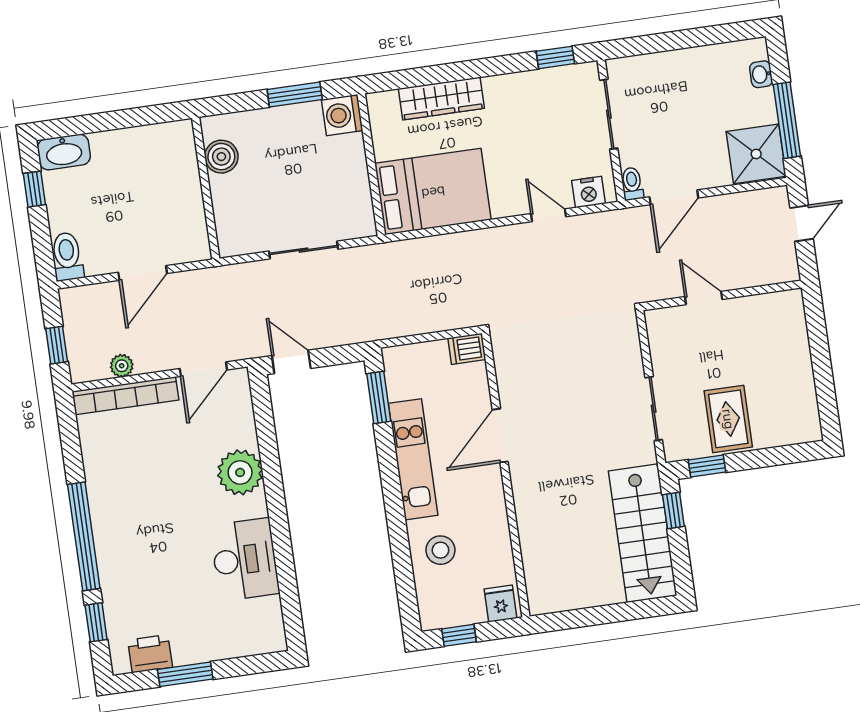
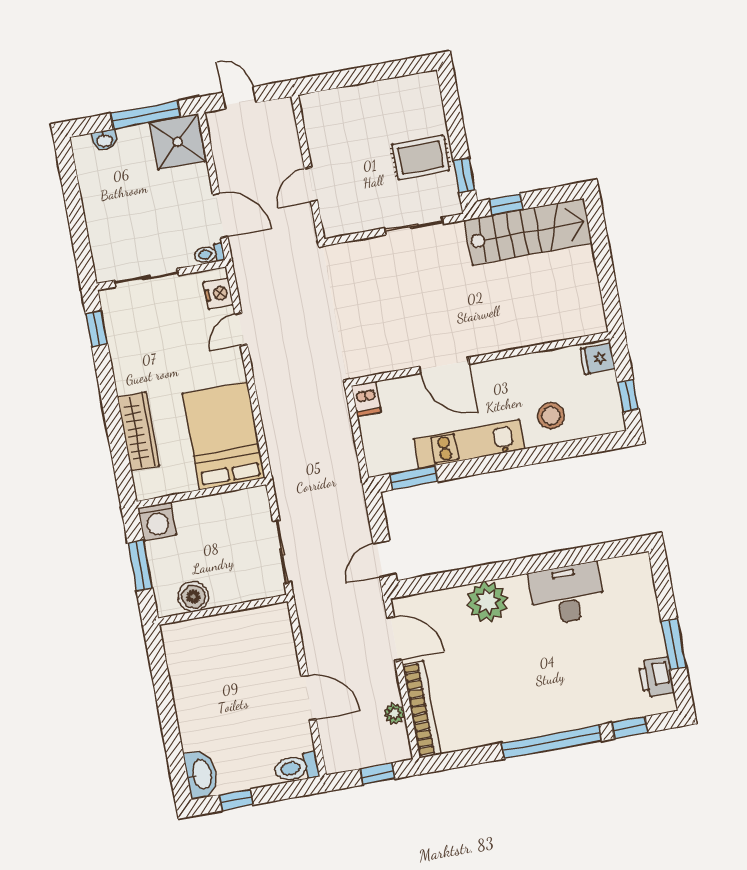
boiler: (221, 157) -> (193, 597), moved
wall: (206, 188) -> (223, 610), moved

